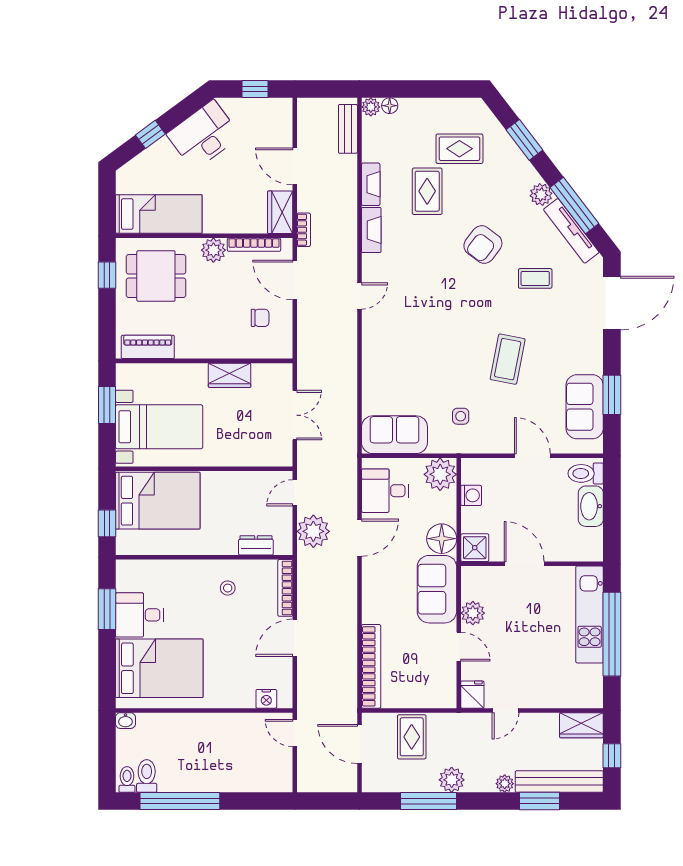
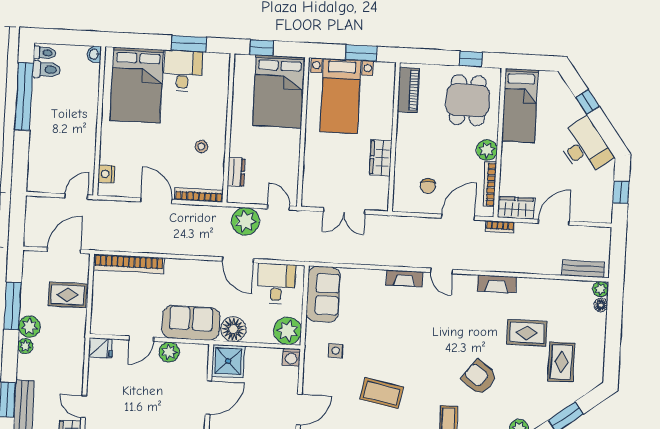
fireplace: (371, 184) -> (405, 278), moved
washing machine: (471, 495) -> (291, 357), moved
shower: (475, 548) -> (228, 361), width x1.36, depth x1.36
door: (506, 710) -> (84, 407), moved
plant: (505, 784) -> (25, 346), moved

